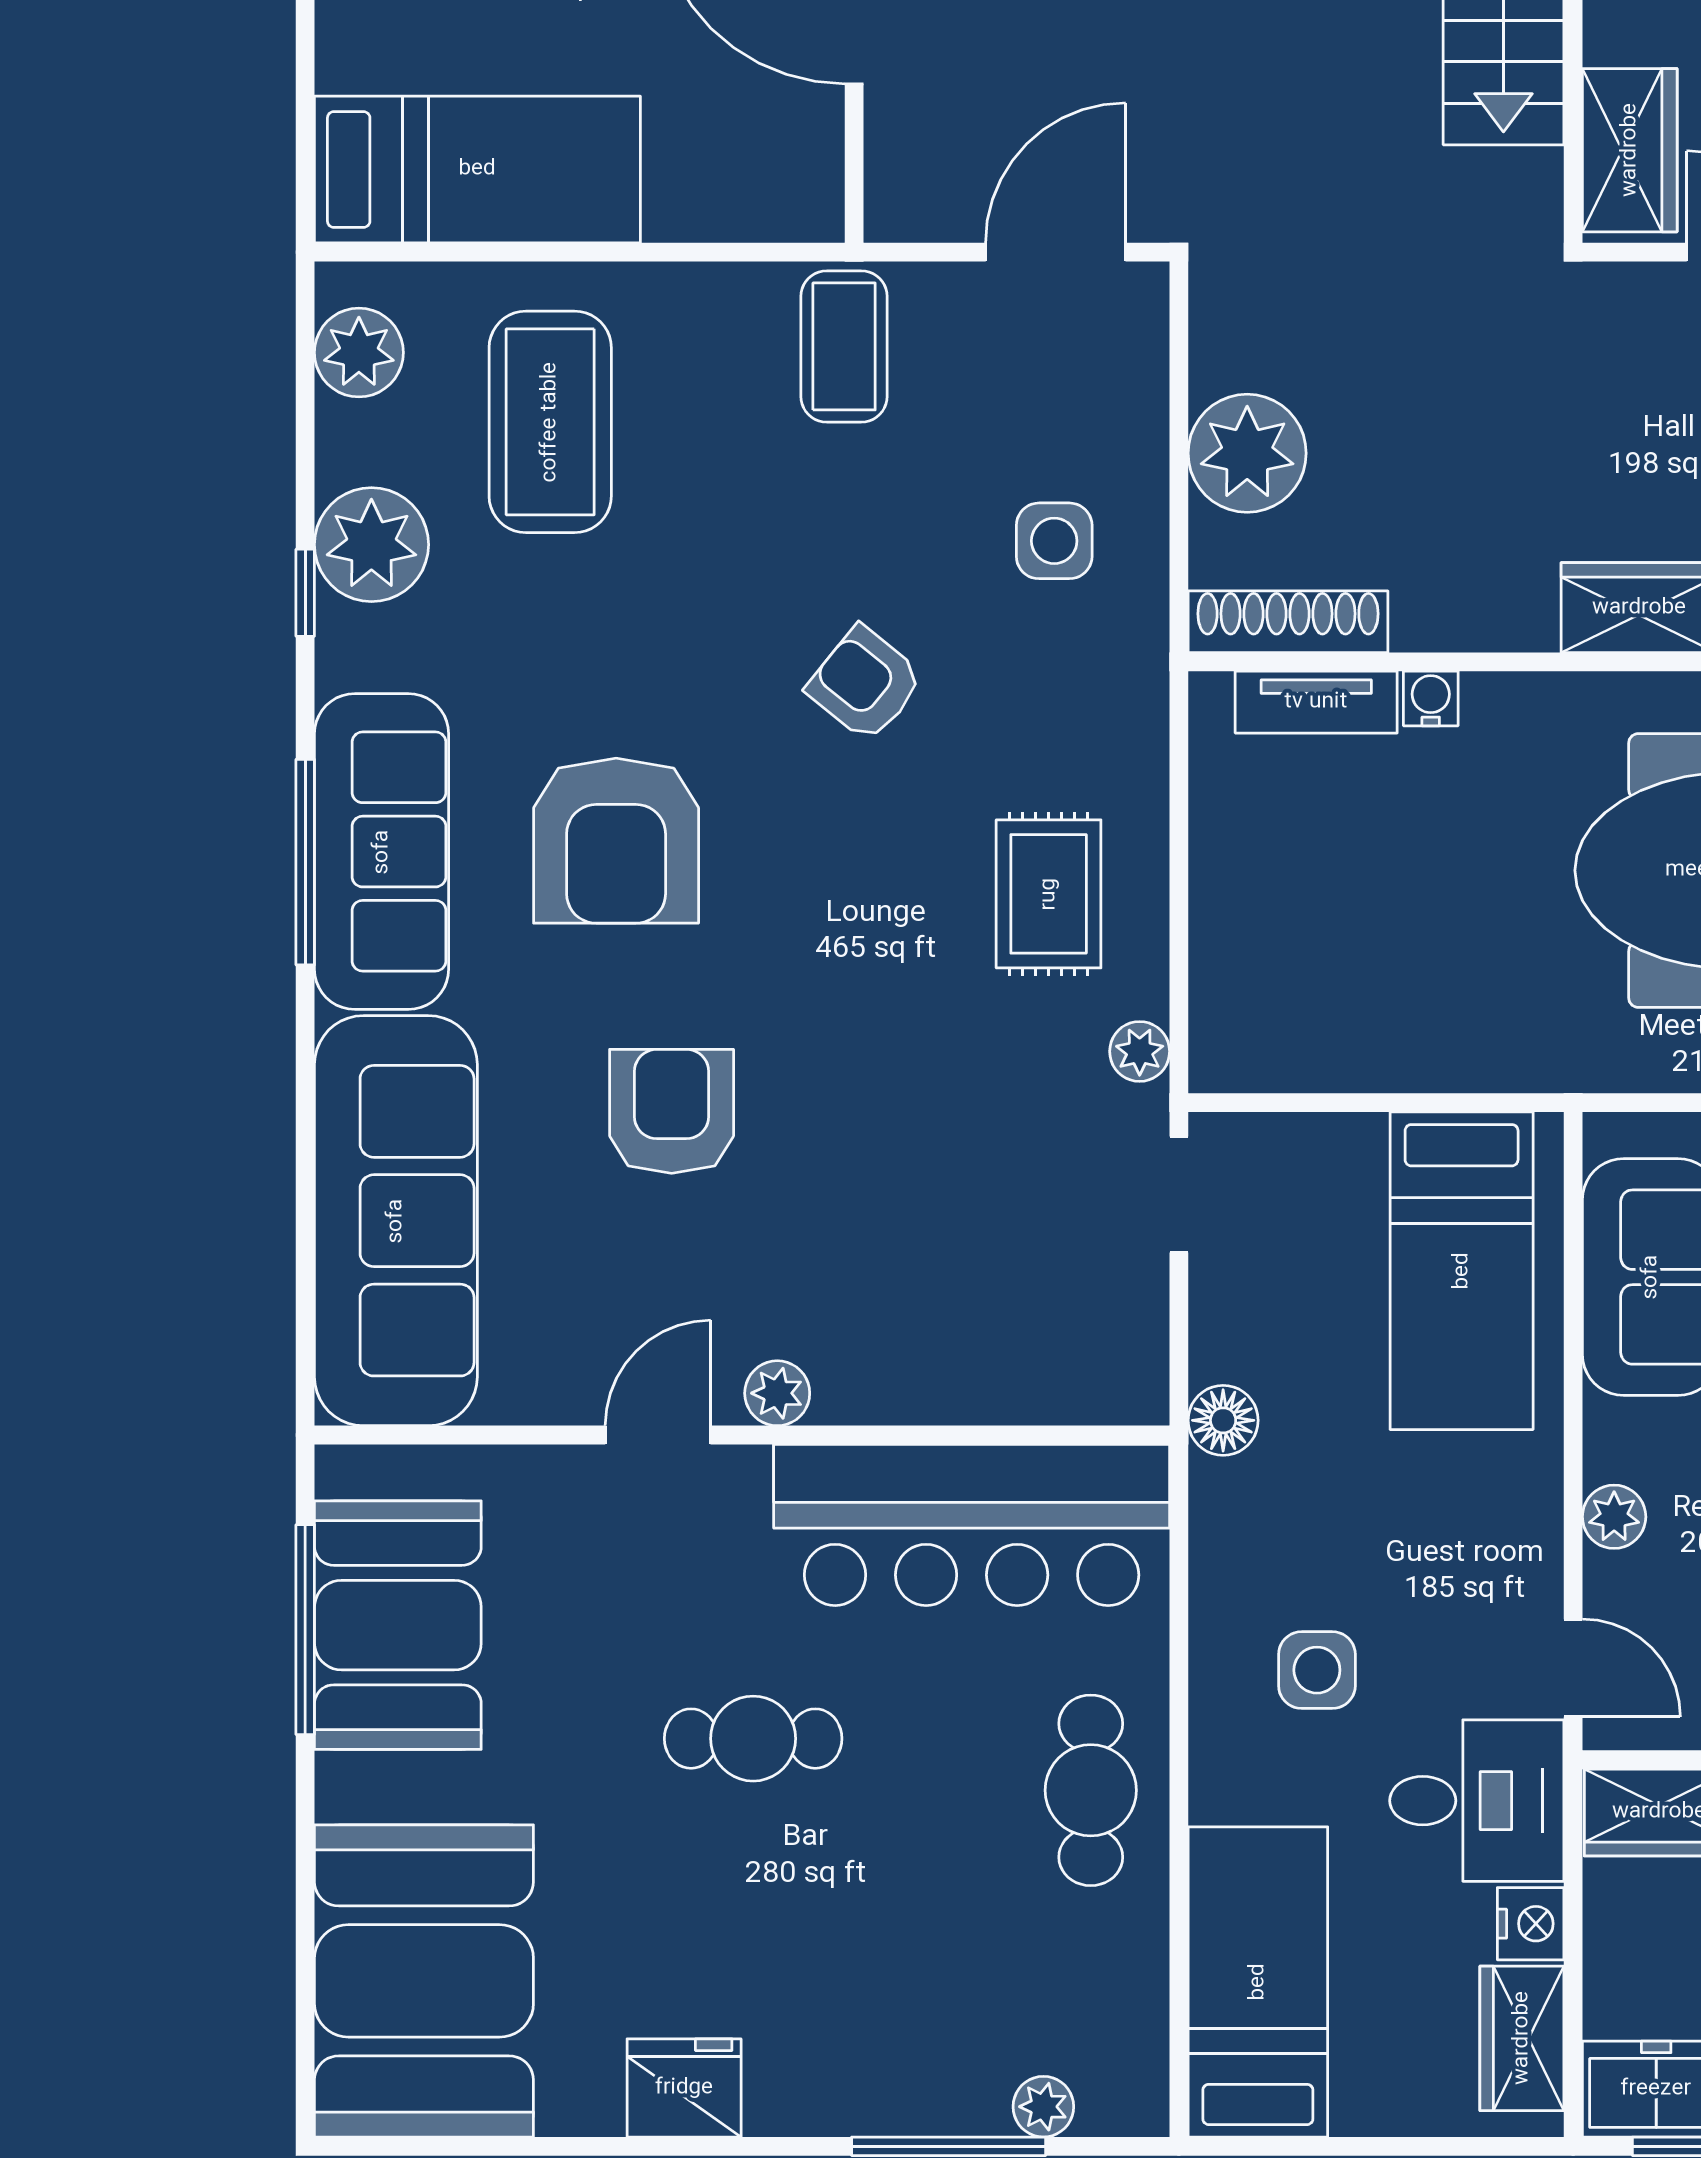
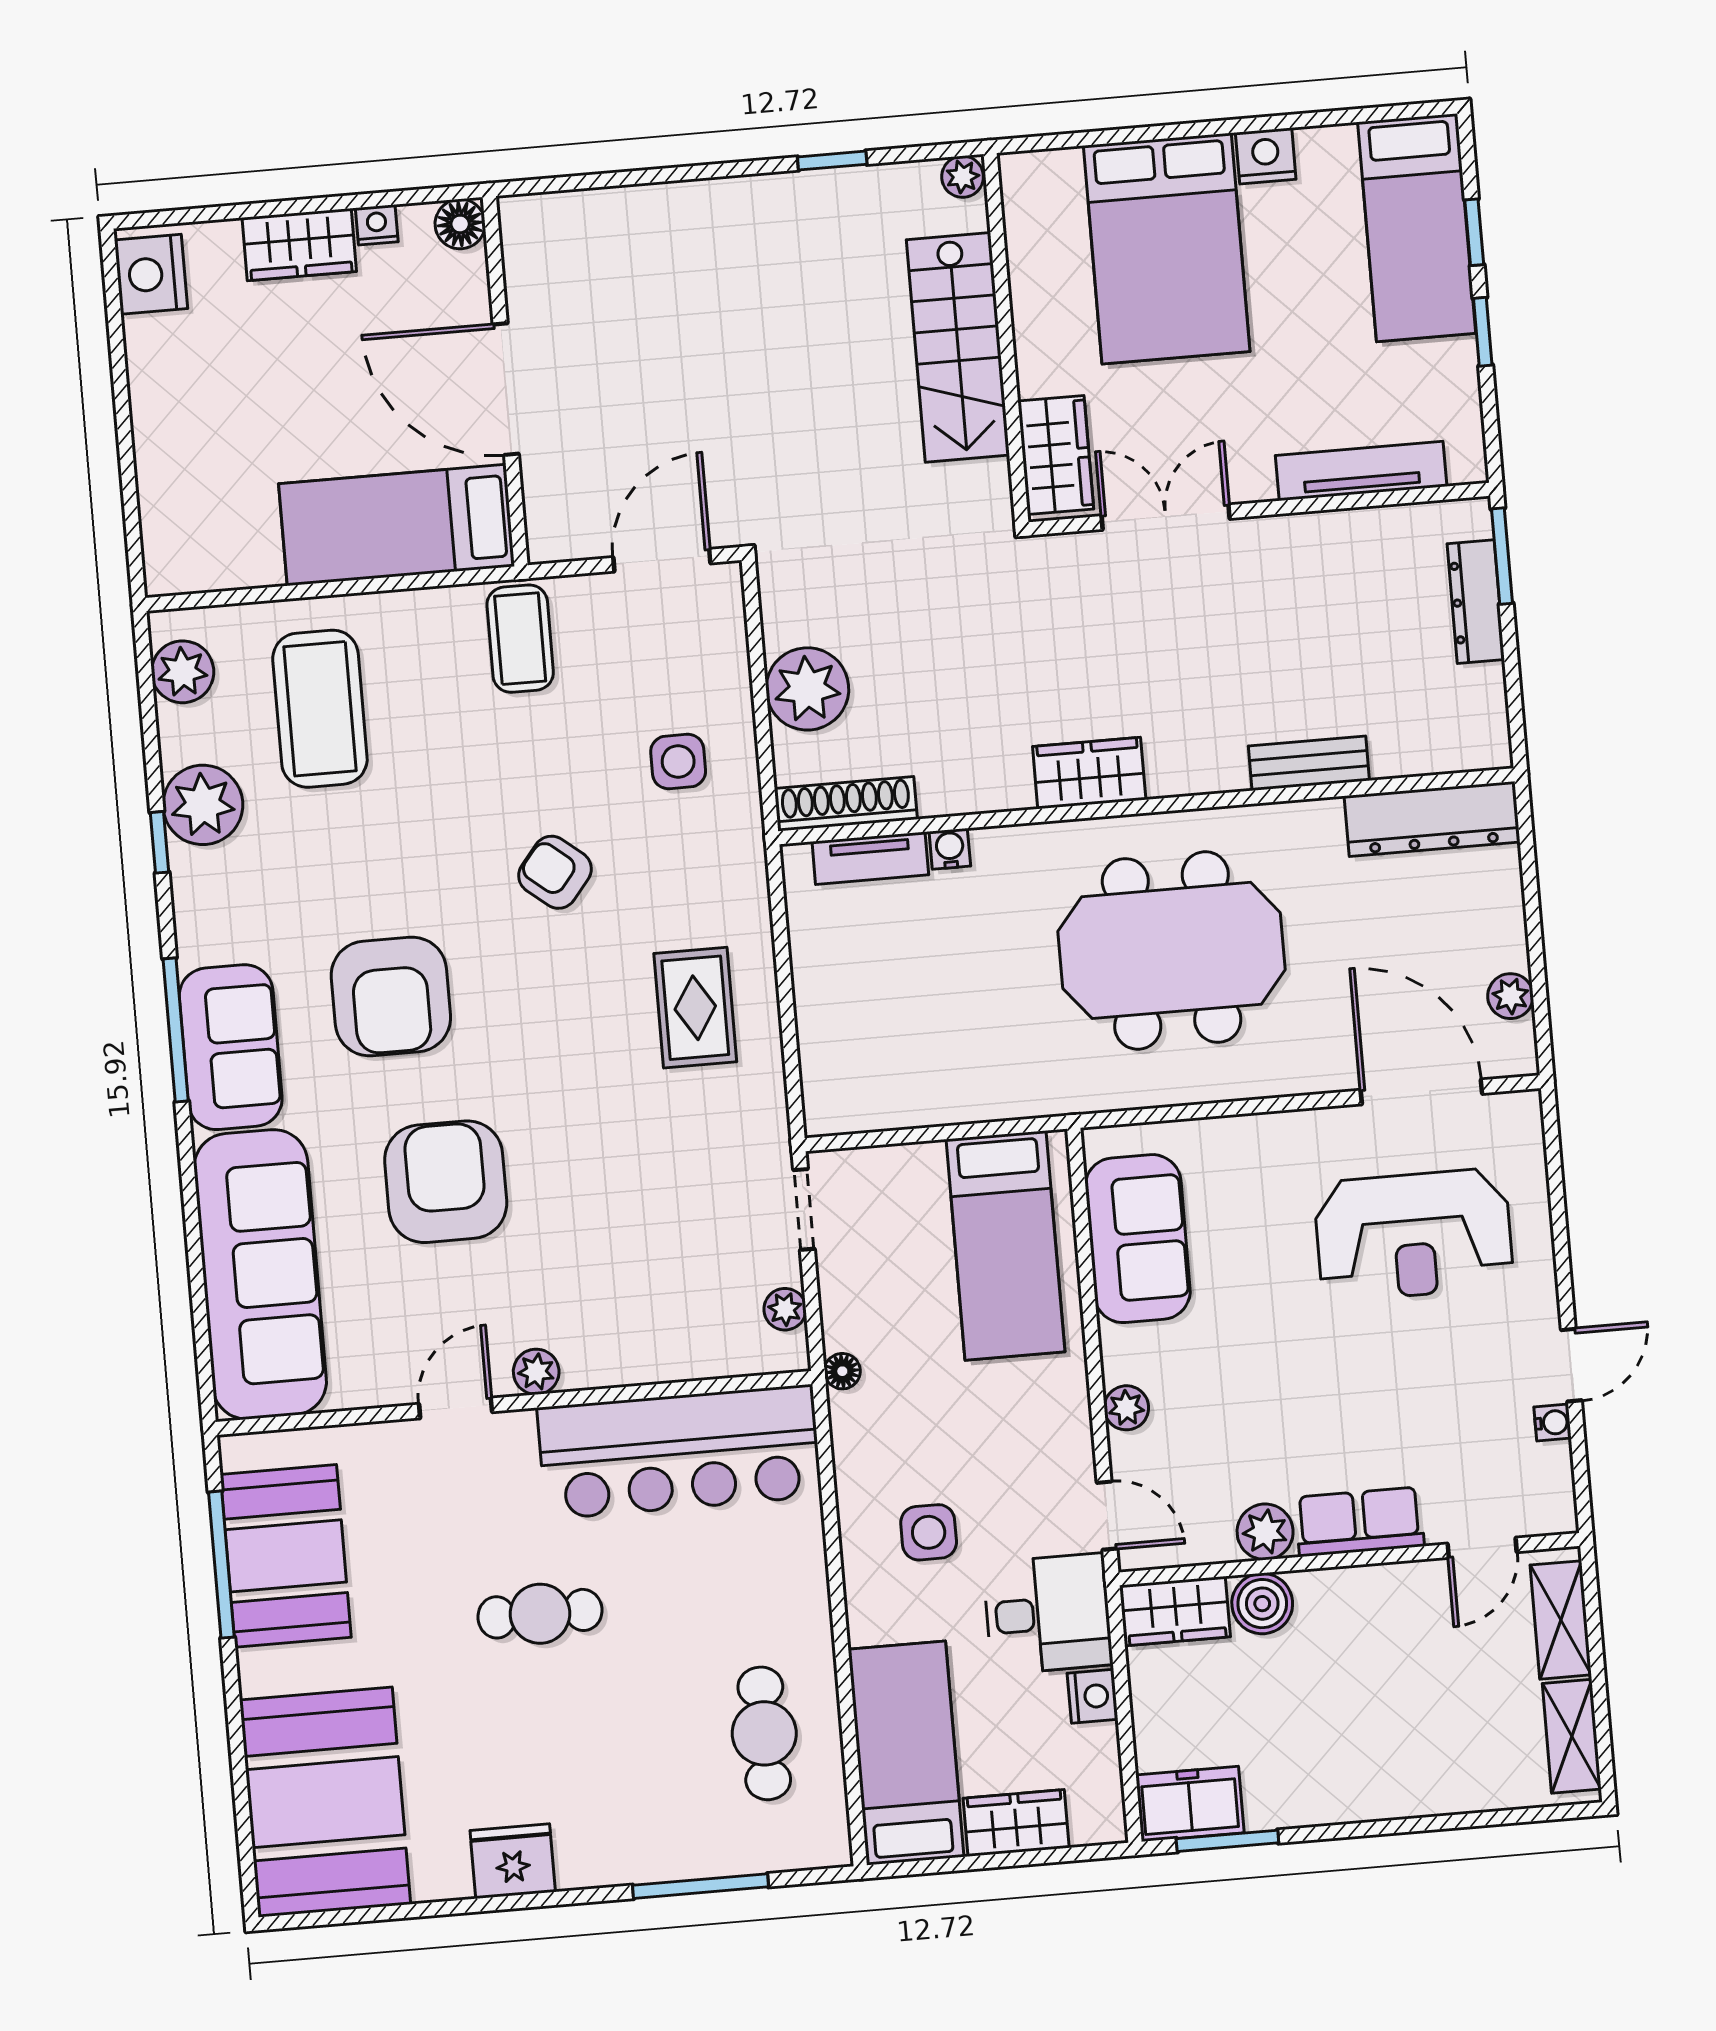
bed: (477, 169) -> (397, 525), moved, turned 180
sofa: (382, 852) -> (231, 1047), width x0.73
plant: (1140, 1051) -> (785, 1309), moved
armchair: (672, 1111) -> (446, 1182), width x1.36, depth x1.36
floor lamp: (1223, 1420) -> (842, 1371), width x0.73, depth x0.73
cafe table: (1091, 1790) -> (764, 1733), moved
wardrobe: (1522, 2038) -> (1016, 1823), moved, turned 90
plant: (1043, 2107) -> (764, 1853), removed

